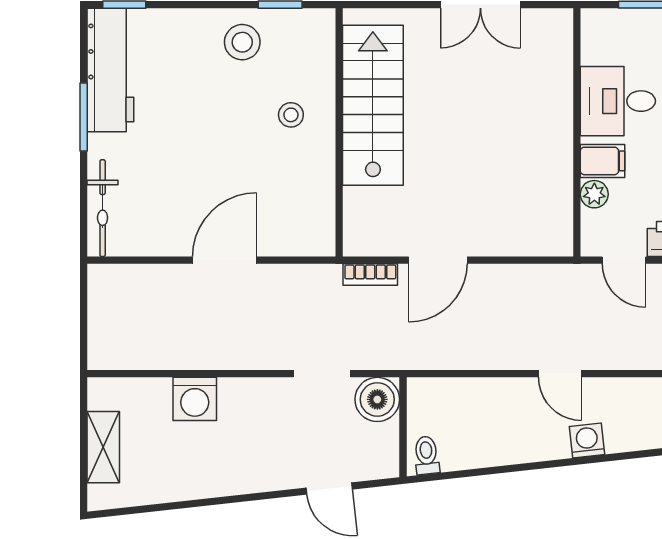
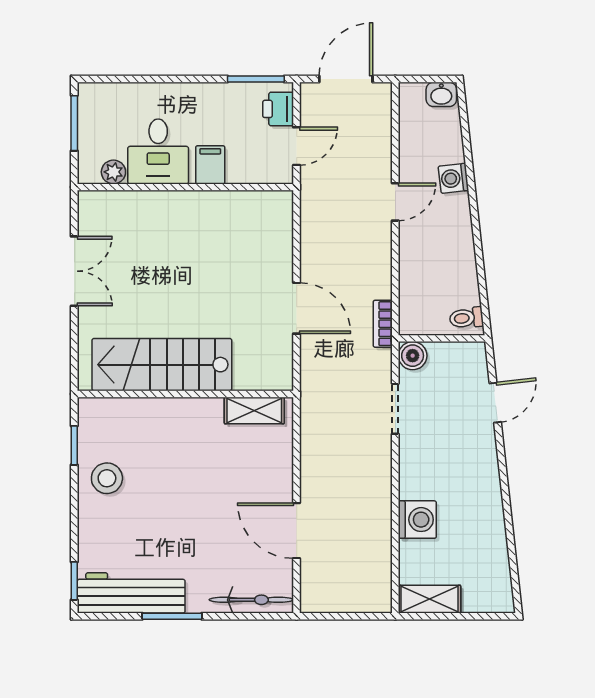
stool: (291, 115) -> (170, 436), removed
plant: (594, 194) -> (113, 172), moved
shelving: (320, 211) -> (254, 410), added
door: (225, 260) -> (297, 531), moved
bookcase: (370, 275) -> (383, 324), moved, turned 180
boiler: (377, 399) -> (413, 356), width x0.73, depth x0.73
shelving: (103, 447) -> (430, 599), moved

